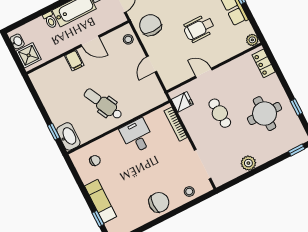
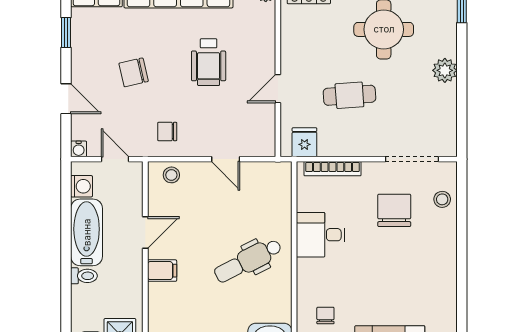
chair: (150, 25) -> (167, 131), width x0.54, depth x0.54
plant: (248, 163) -> (445, 70), moved
chair: (159, 202) -> (394, 210), moved

